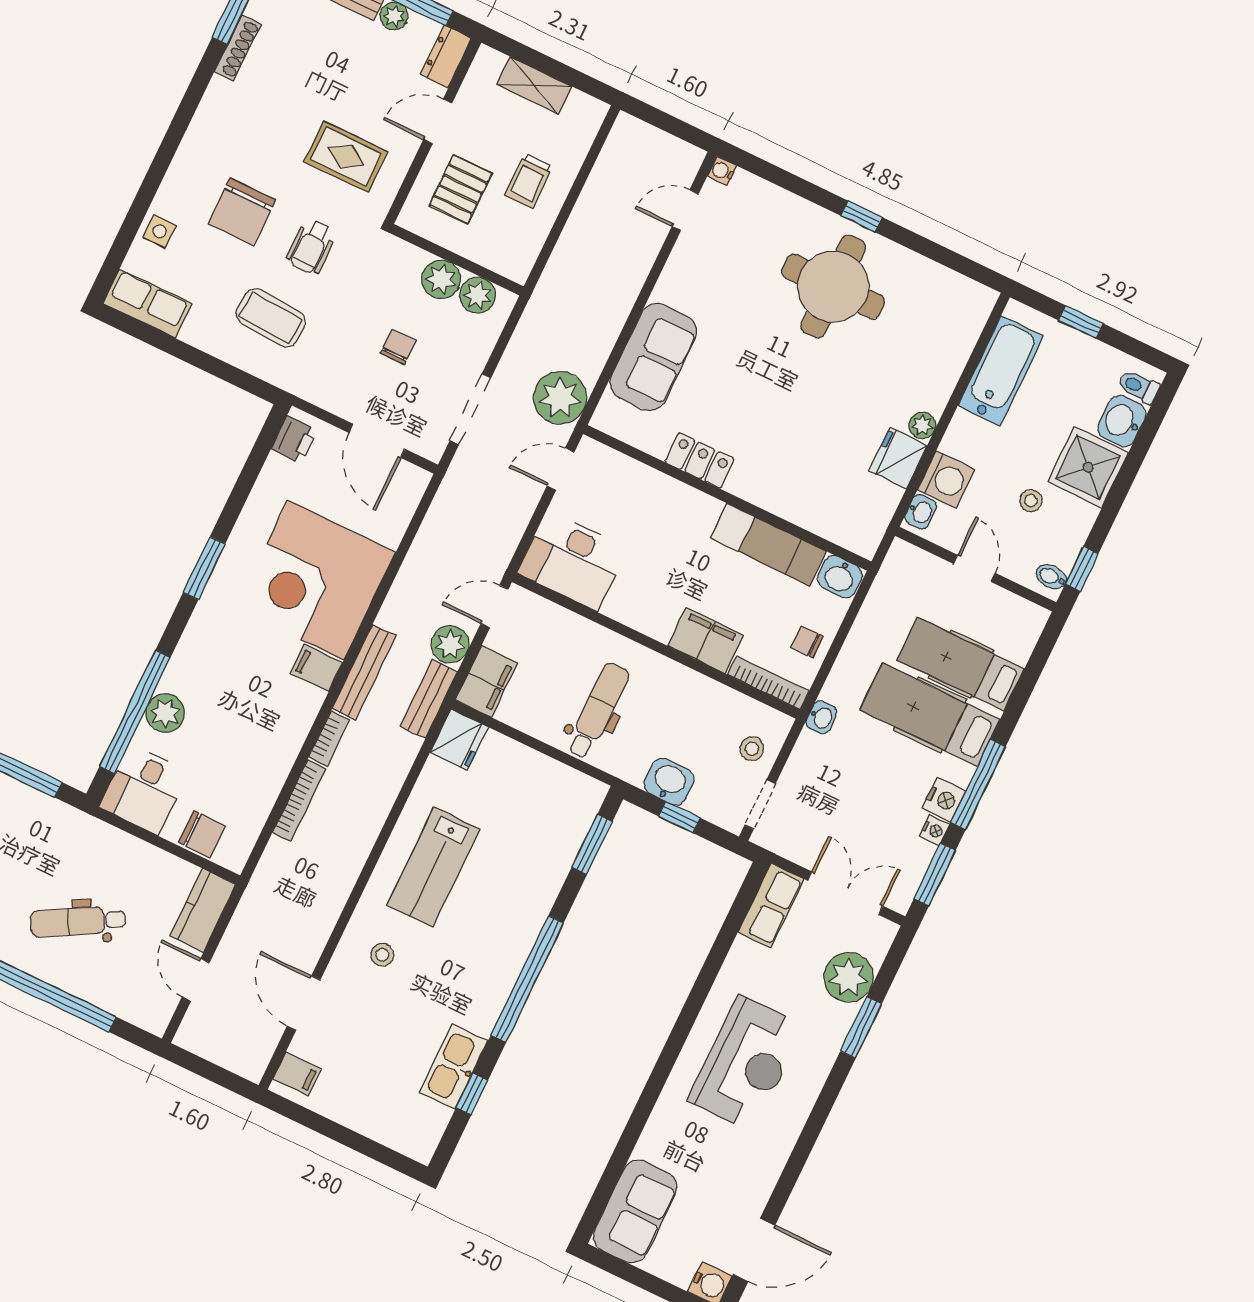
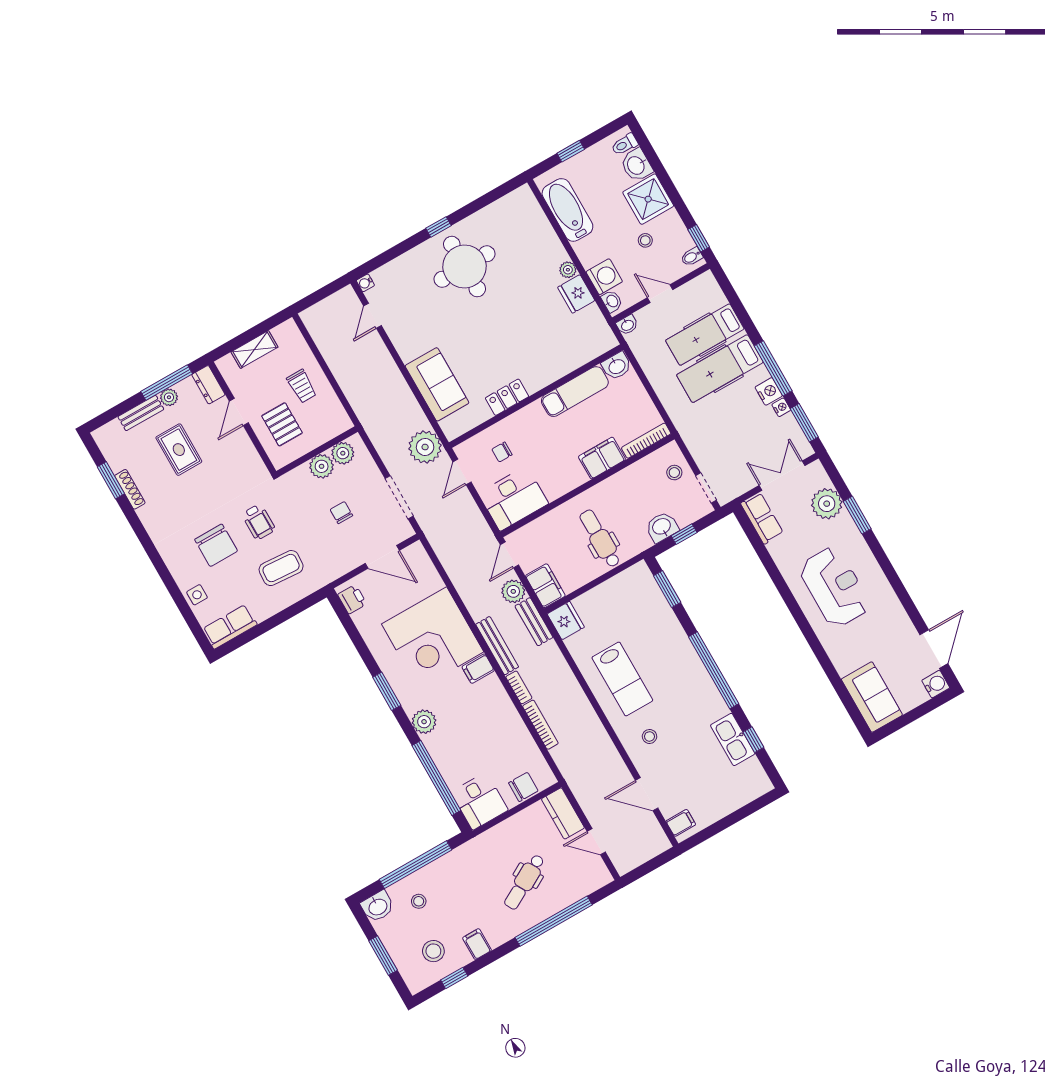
rug: (346, 157) -> (179, 450), moved, turned 90
chair: (807, 642) -> (502, 452), moved
plant: (165, 713) -> (424, 722), moved
washbasin: (821, 717) -> (627, 325), moved, turned 90

